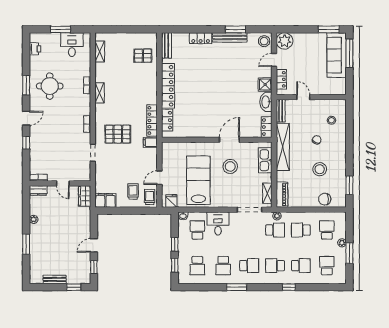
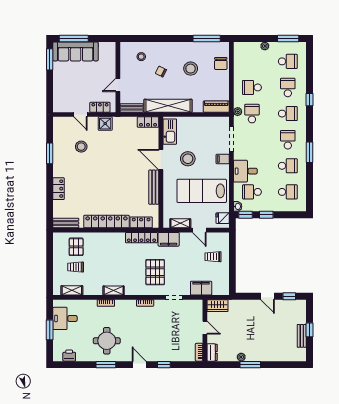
bench: (230, 37) -> (154, 187), moved
stool: (264, 41) -> (81, 147), moved
plant: (285, 41) -> (61, 104), removed
washbasin: (266, 102) -> (123, 123), removed
filing cabinet: (150, 142) -> (169, 239), width x2.00
kitchen sink: (265, 160) -> (170, 132), moved, turned -90
door: (63, 183) -> (205, 328), hinge flipped
window: (349, 185) -> (207, 39), width x1.44
shelving: (267, 193) -> (180, 223), moved
trolley: (150, 197) -> (76, 267), moved
filing cabinet: (105, 200) -> (201, 288), moved, turned 90
filing cabinet: (230, 201) -> (223, 159), added
school desk: (301, 230) -> (252, 87), turned 90
school desk: (327, 230) -> (252, 61), removed
window: (26, 244) -> (250, 365), moved
window: (349, 253) -> (288, 39), moved
window: (175, 265) -> (245, 215), moved
school desk: (275, 266) -> (288, 114), turned -90
school desk: (327, 266) -> (288, 61), turned 180
window: (74, 287) -> (310, 330), moved

